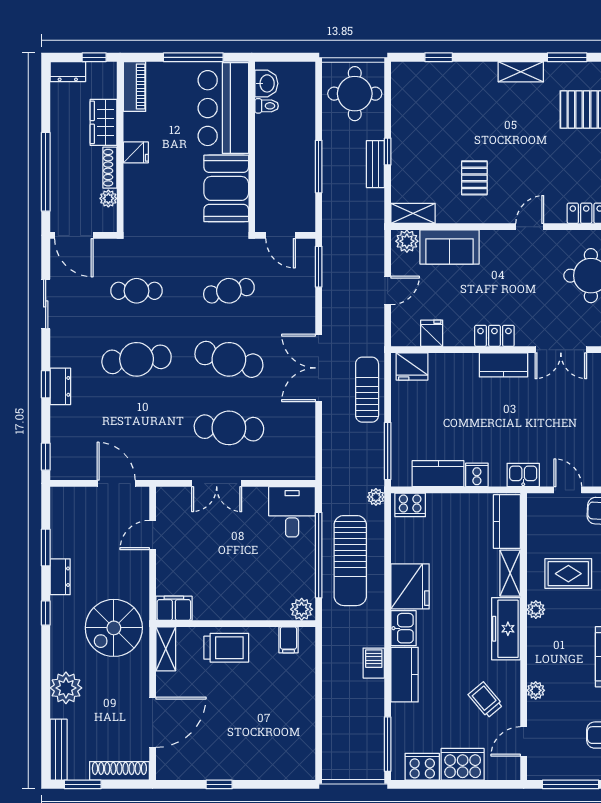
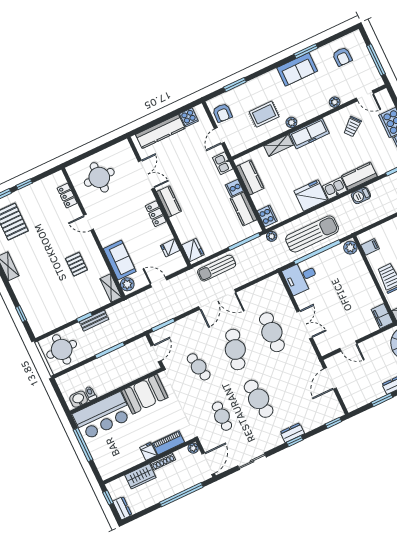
piano: (135, 87) -> (168, 443), moved
pallet: (474, 178) -> (76, 264), turned 90
plant: (108, 198) -> (193, 448), moved
kitchen counter: (507, 522) -> (250, 177), moved, turned -90
rug: (568, 574) -> (264, 114), turned 90

